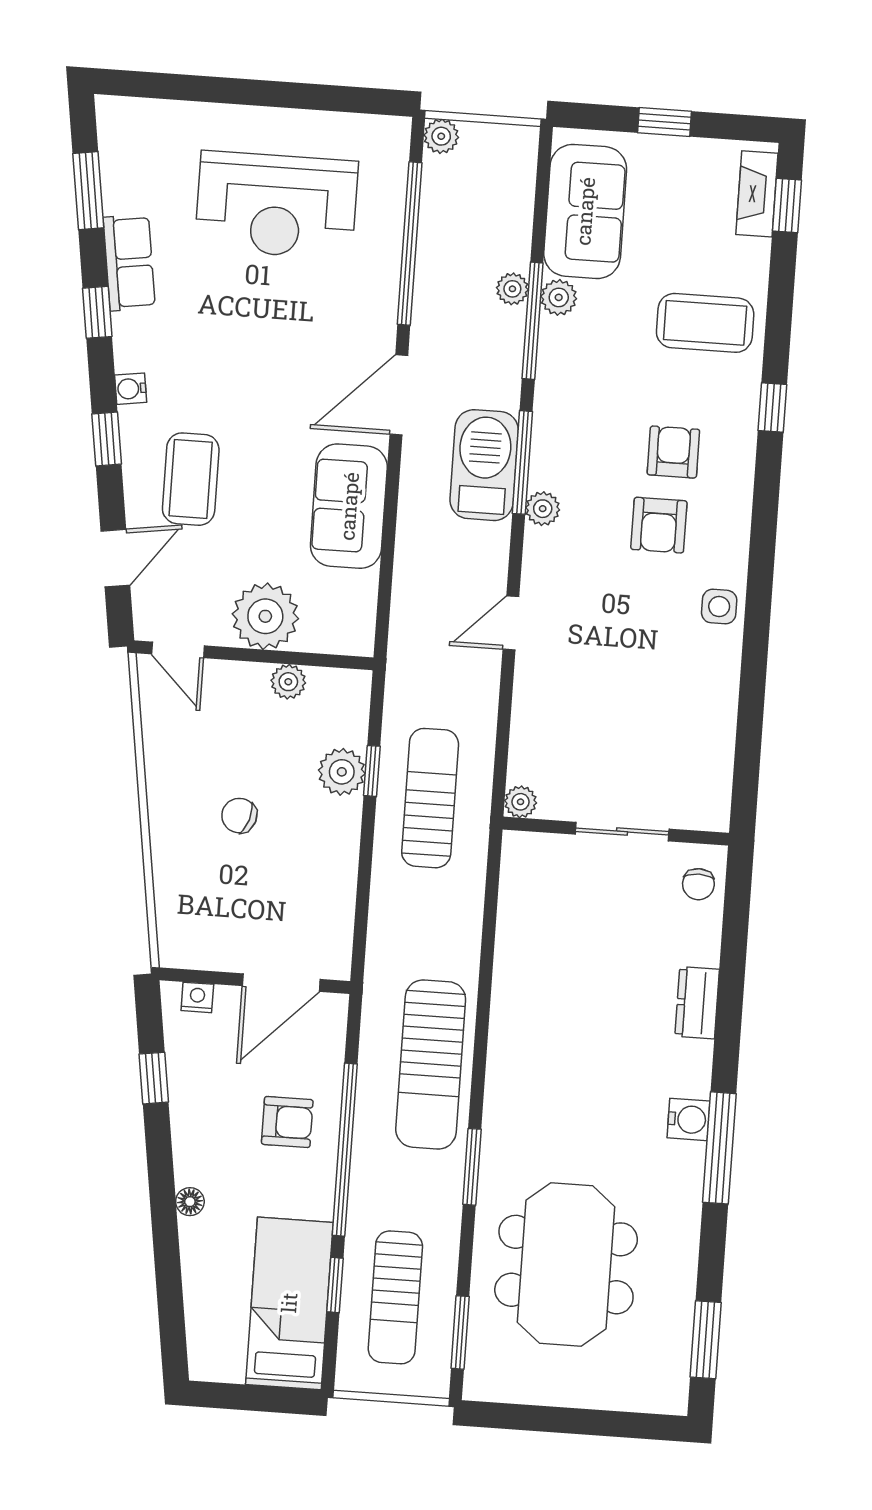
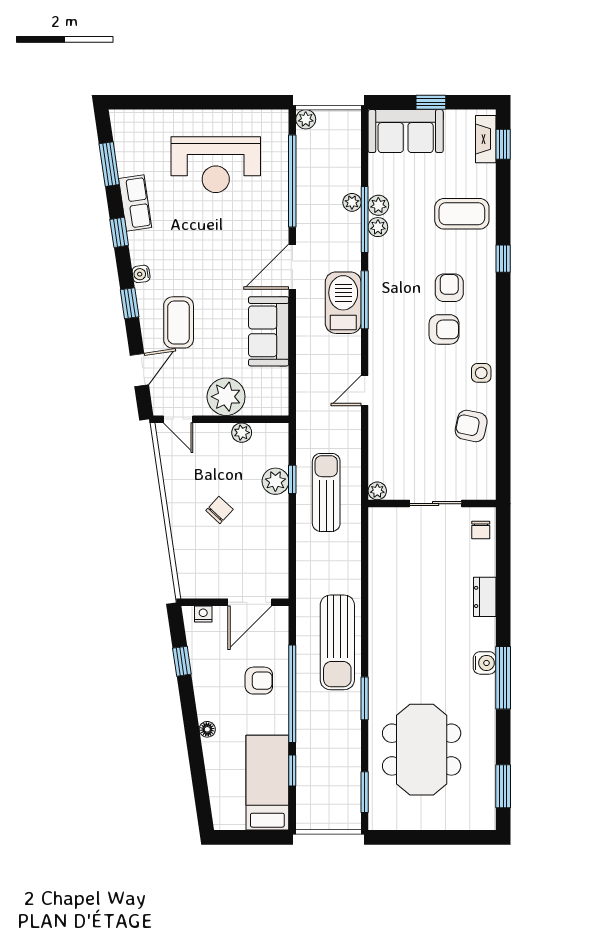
sofa: (585, 211) -> (406, 131), moved, turned 90
plant: (543, 509) -> (378, 227), moved
armchair: (659, 525) -> (444, 329), turned -90
armchair: (695, 699) -> (471, 426), added
chair: (239, 816) -> (219, 510), turned 115
sun lounger: (395, 1297) -> (327, 775), removed

